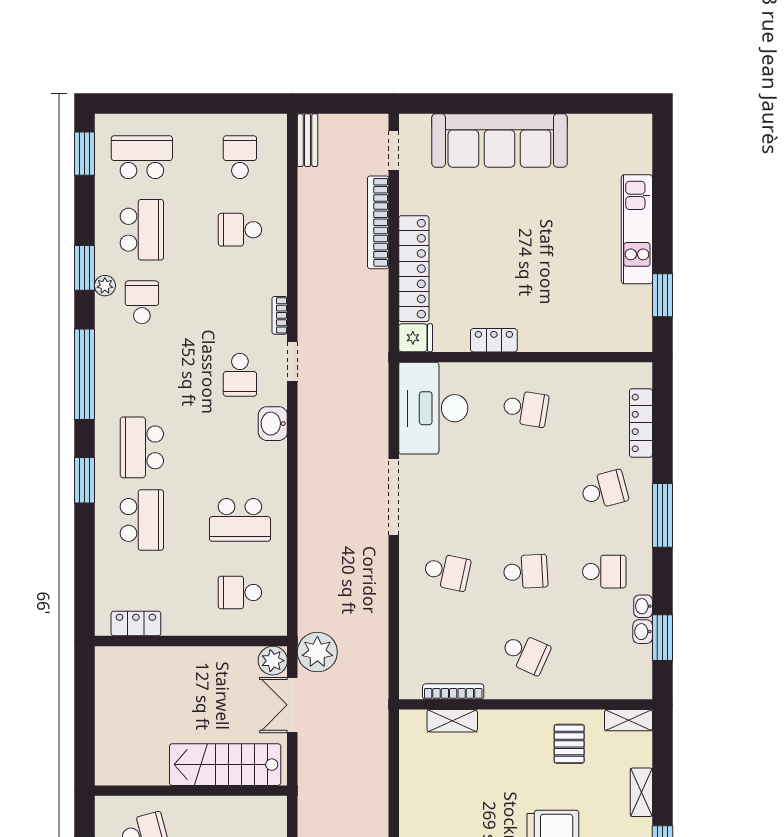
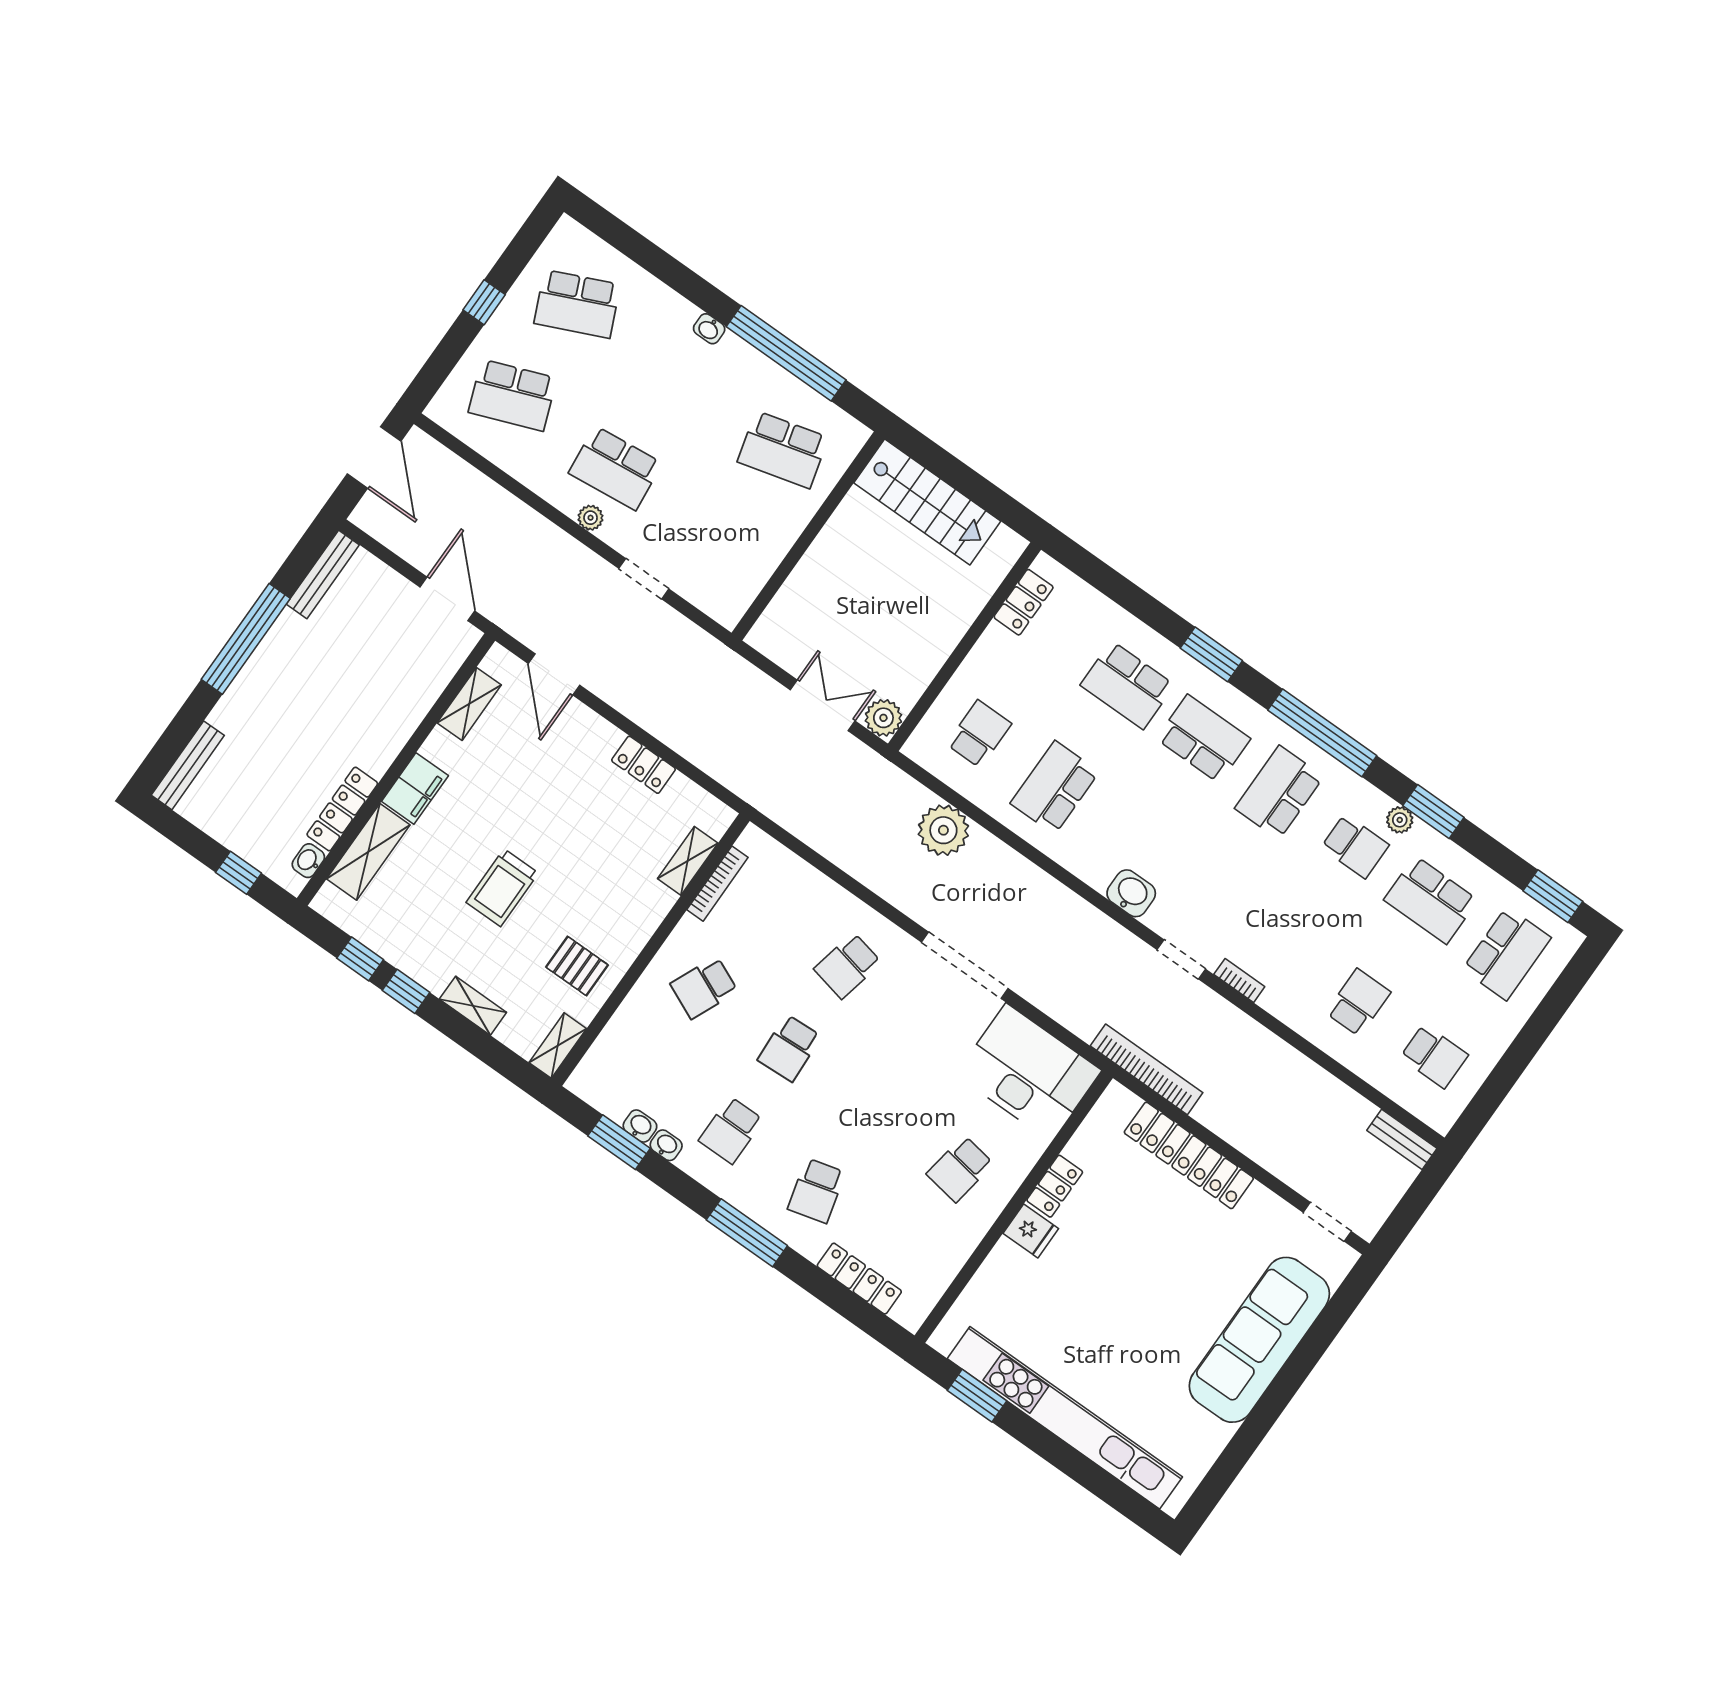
bookcase: (378, 222) -> (1146, 1069), moved
kitchen unit: (637, 229) -> (1065, 1418), width x1.86
fridge: (416, 338) -> (1031, 1231), moved, turned -90
school desk: (240, 375) -> (1279, 792), moved, width x1.85
plant: (317, 652) -> (943, 830), moved
stairs: (225, 765) -> (927, 502), moved, turned 90
locker: (411, 792) -> (644, 765), added

